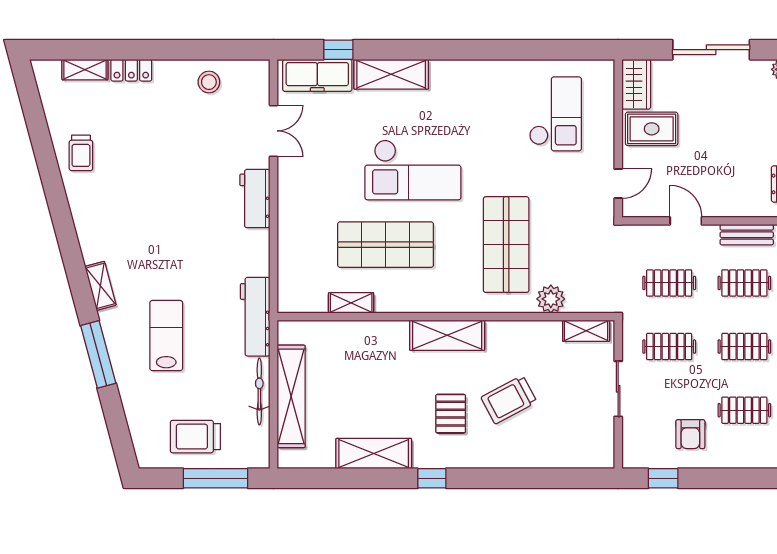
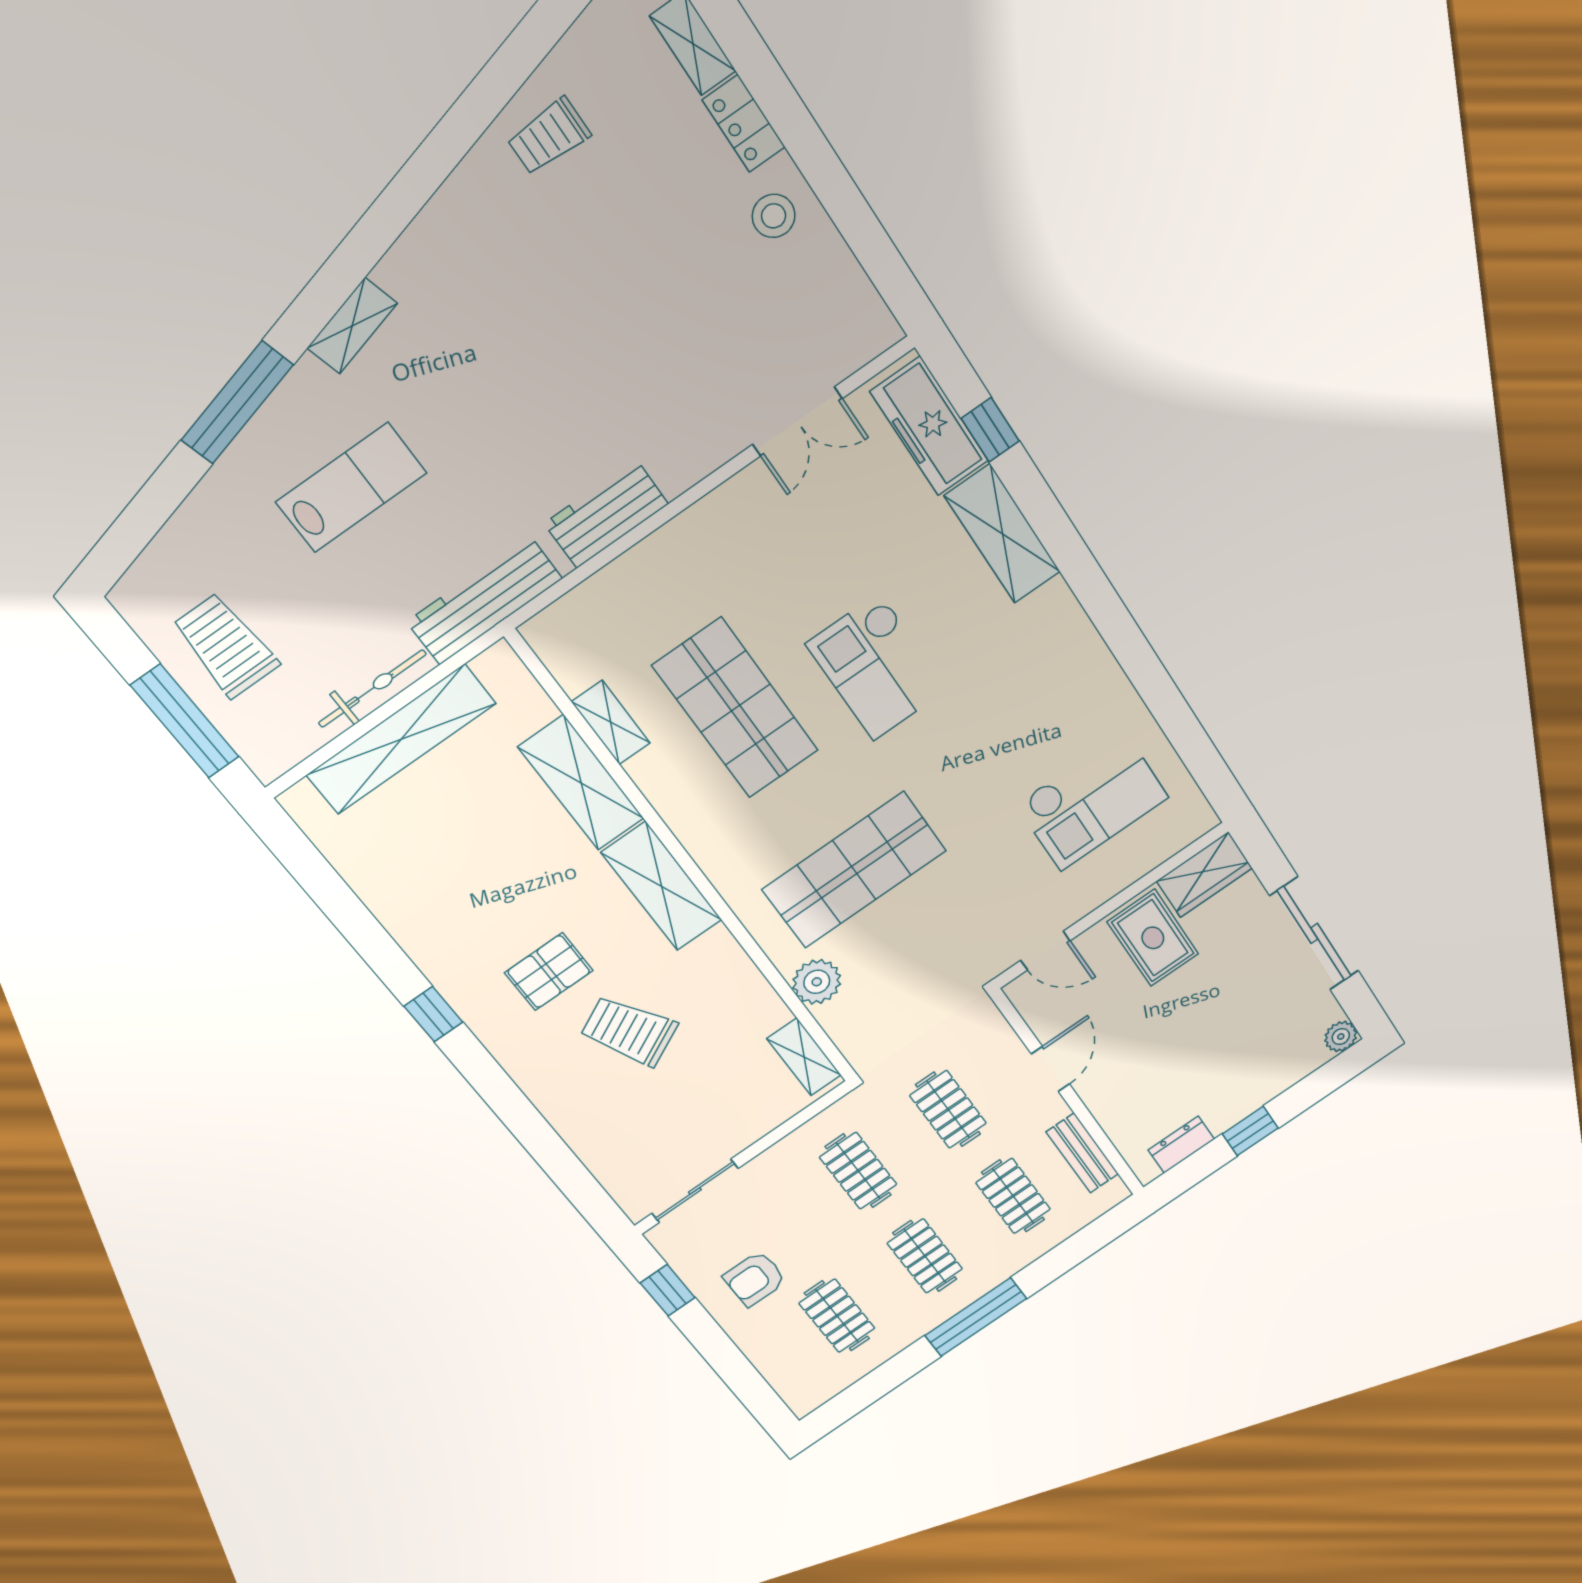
stool: (209, 82) -> (774, 216), moved
checkout: (413, 170) -> (877, 667), width x0.73, depth x0.83
workbench: (255, 199) -> (606, 514), moved
sliding door: (618, 389) -> (695, 1191), moved
shelving: (374, 453) -> (581, 783), moved

